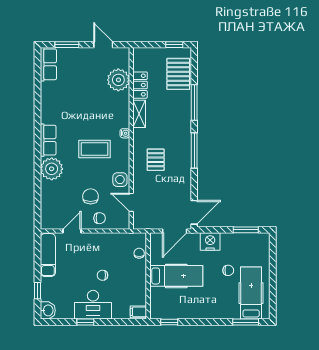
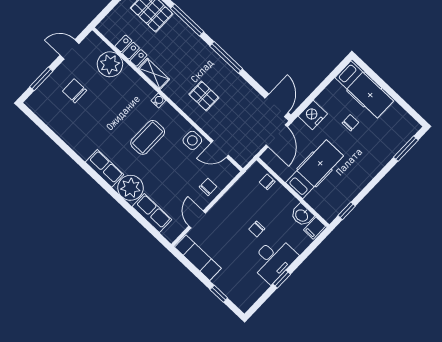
row of seats: (48, 64) -> (152, 213), moved
chair: (91, 196) -> (75, 91), moved
window: (246, 230) -> (331, 77), removed
hospital bed: (251, 293) -> (364, 89), moved, turned 180
washbasin: (48, 310) -> (302, 215), moved, turned 180

